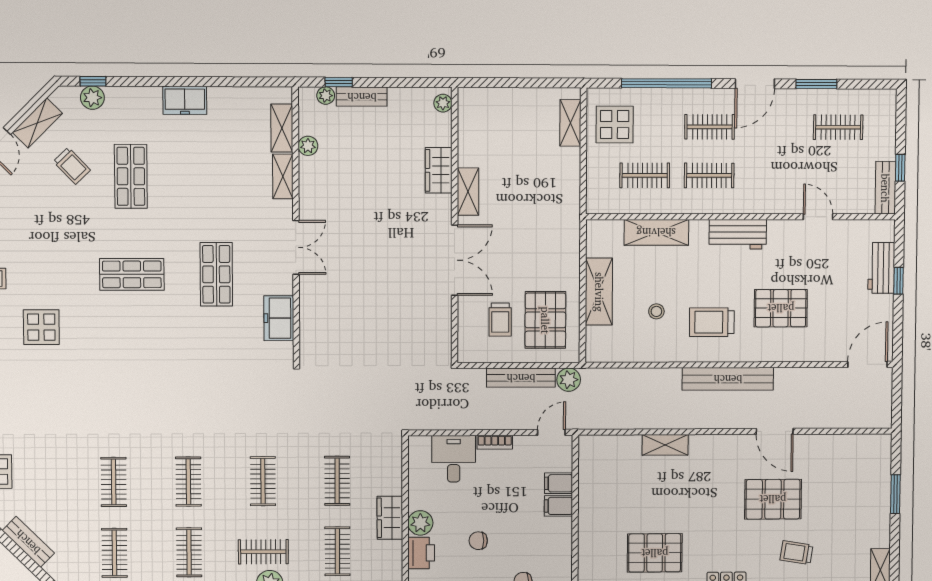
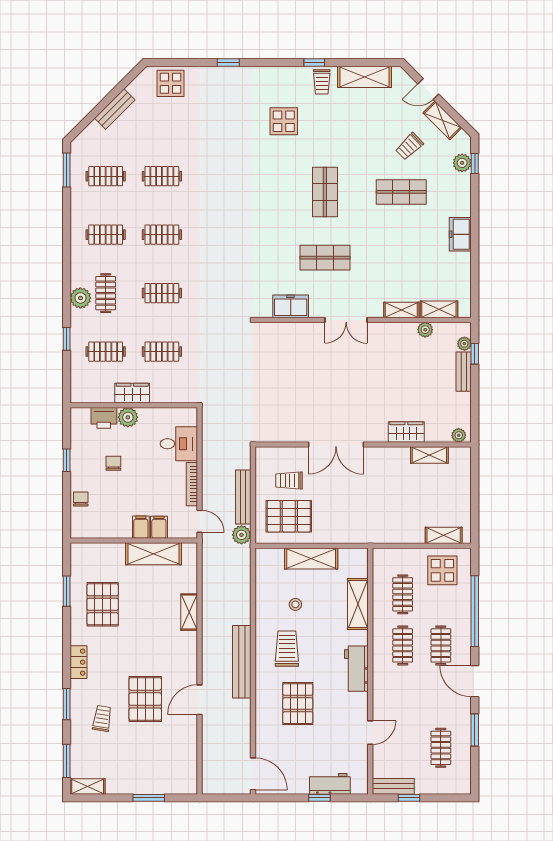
shelving: (468, 192) -> (429, 455), moved
bookcase: (495, 442) -> (192, 484), width x1.56
shelving: (592, 490) -> (153, 554), added

